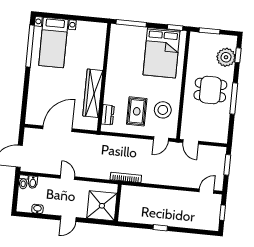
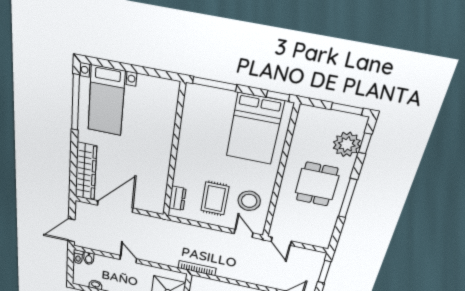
window: (209, 31) -> (347, 109), moved
dining table: (210, 90) -> (317, 184), turned 90
wardrobe: (93, 93) -> (86, 172), moved, turned 180
door: (161, 139) -> (244, 233), swing flipped

